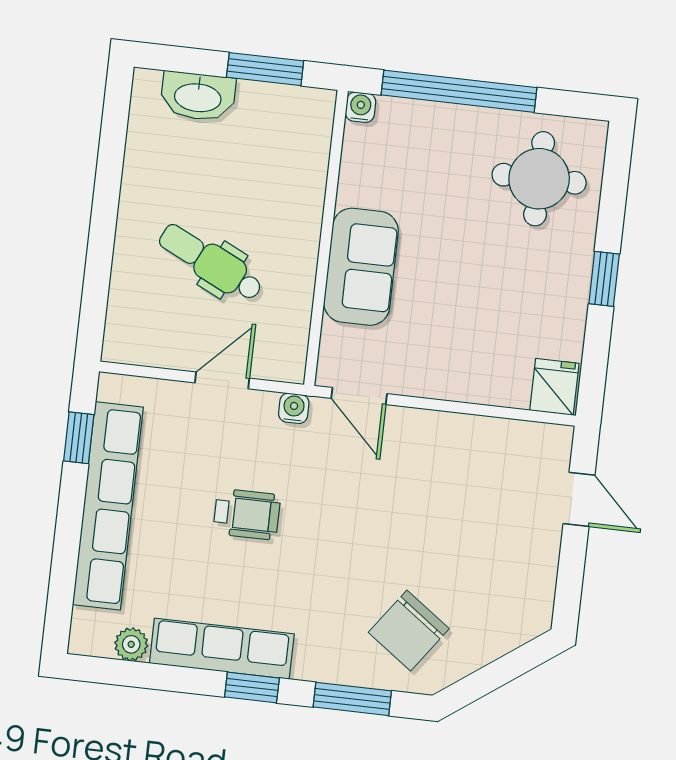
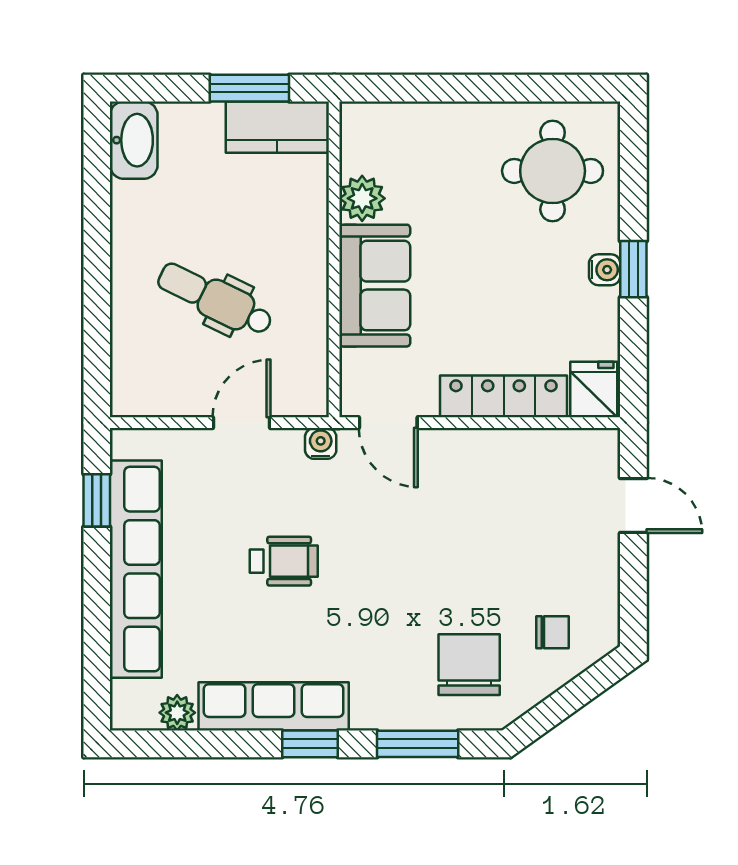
window: (459, 91) -> (457, 88), removed
washbasin: (198, 96) -> (134, 140), moved, turned -90
water cooler: (361, 107) -> (605, 270), moved, turned 90
kitchen counter: (287, 108) -> (277, 127), added
plant: (359, 184) -> (362, 198), added
locker: (469, 384) -> (504, 396), added
chair: (490, 609) -> (553, 632), added
chair: (409, 630) -> (469, 665), turned 144

